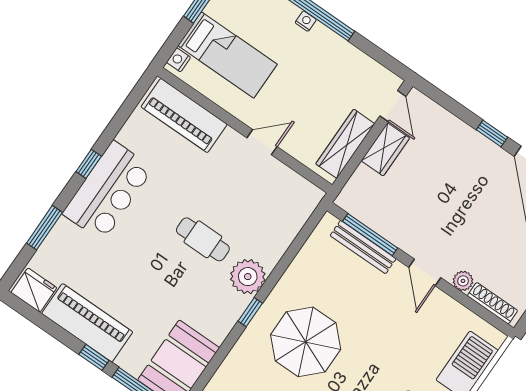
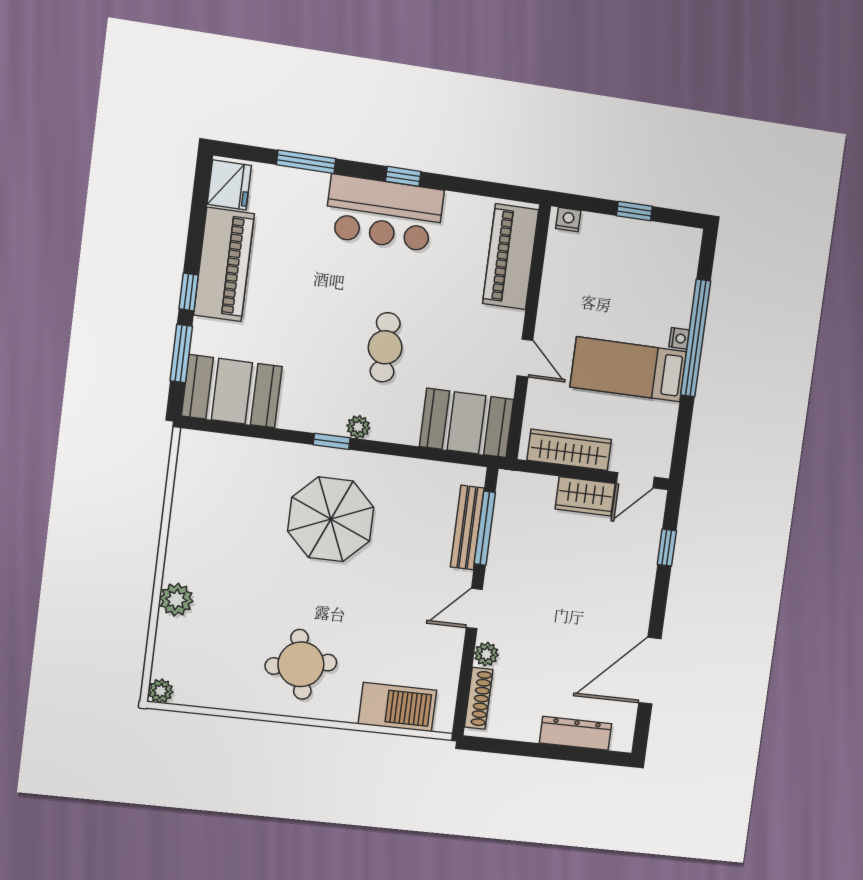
bed: (228, 55) -> (628, 369), moved, turned 90
window: (492, 133) -> (667, 548), moved
booth: (287, 209) -> (467, 423), added
plant: (248, 277) -> (358, 427), width x0.53, depth x0.53

